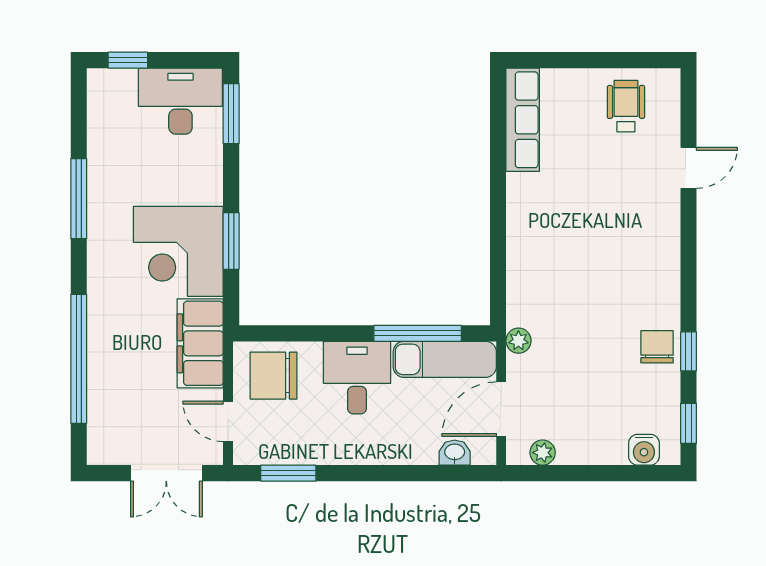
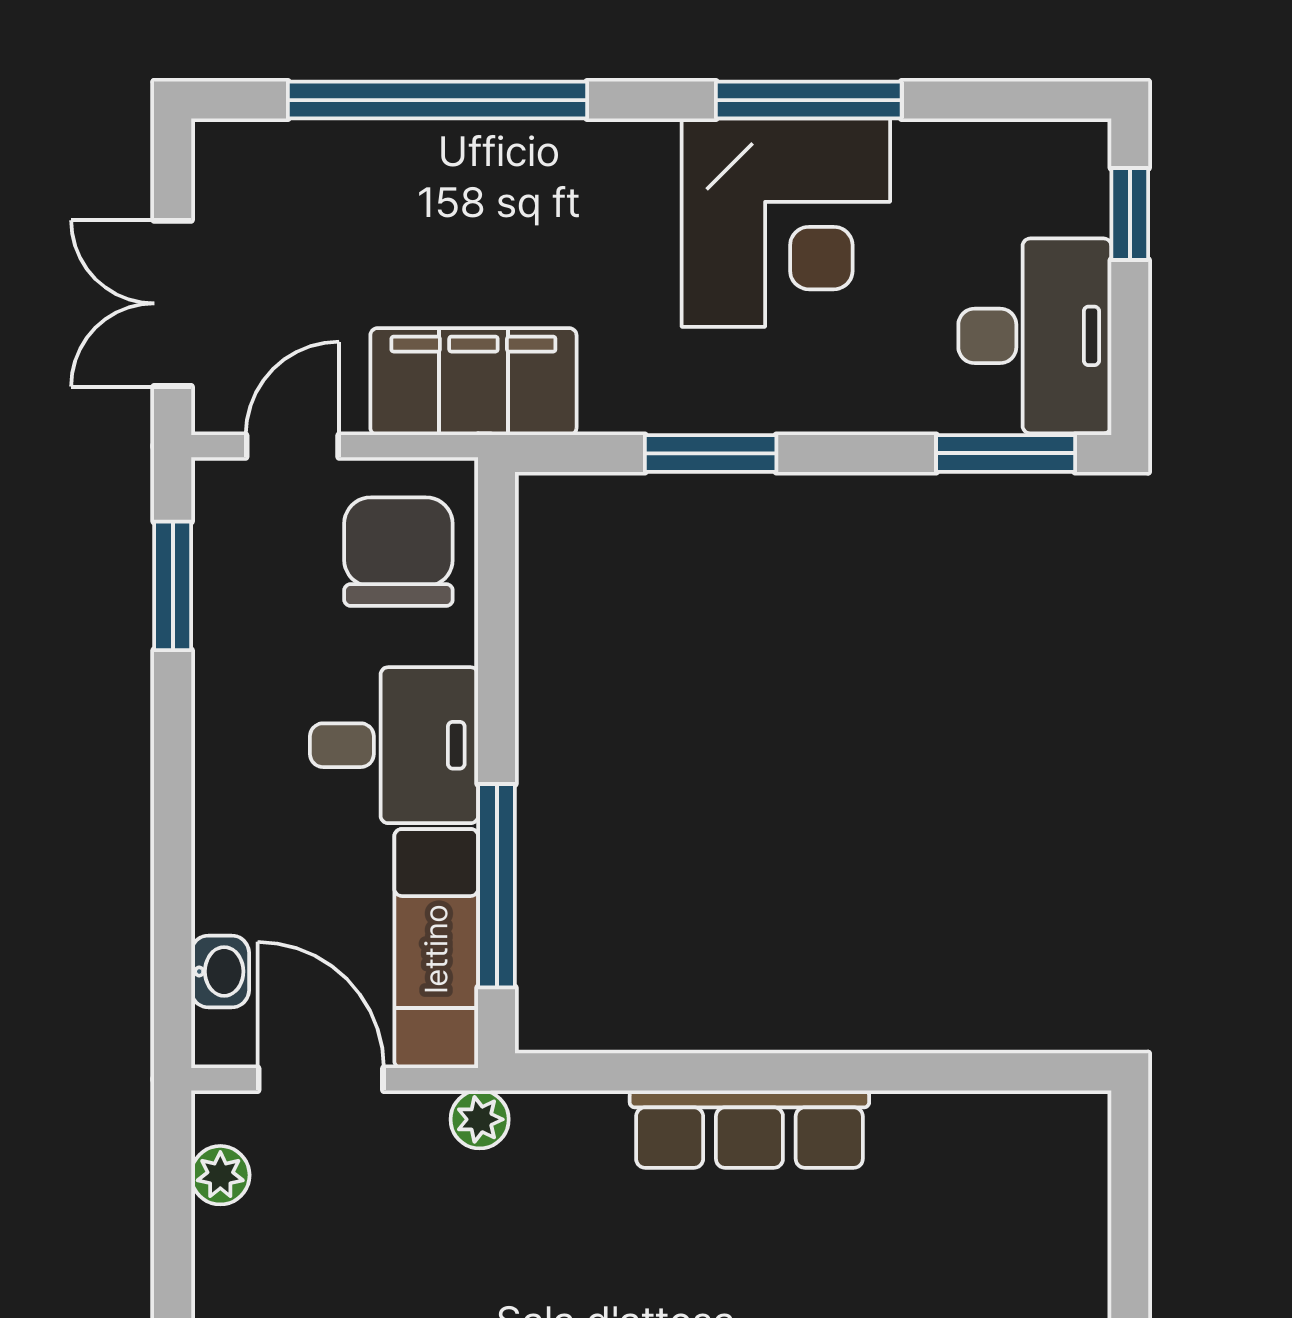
row of seats: (523, 120) -> (749, 1129), moved
corner desk: (178, 251) -> (786, 223), moved, turned 180

